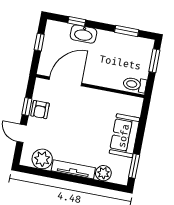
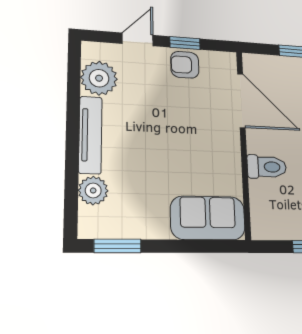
toilet: (135, 85) -> (267, 167), moved, turned 90
sofa: (124, 136) -> (208, 218), moved

